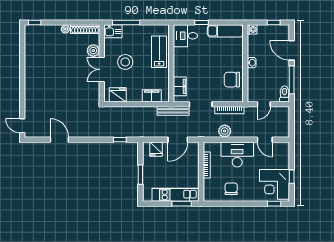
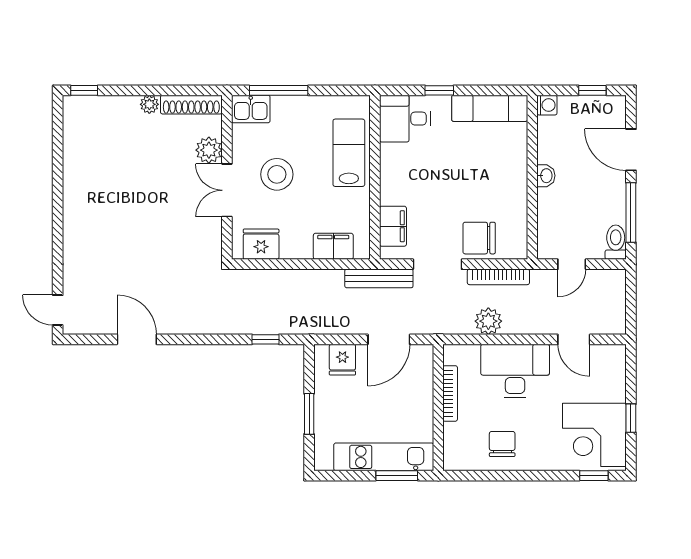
chair: (232, 80) -> (479, 238), moved

